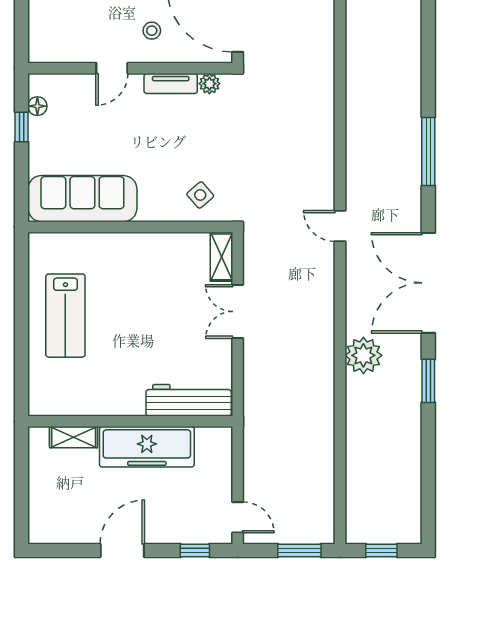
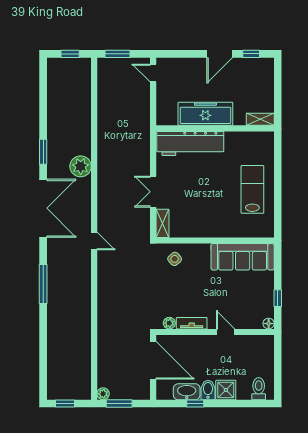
stool: (152, 31) -> (203, 354), removed
door: (112, 68) -> (226, 332), hinge flipped
floor lamp: (37, 106) -> (269, 324), moved
double door: (238, 312) -> (153, 192), swing flipped
workbench: (189, 400) -> (190, 144), width x1.36, depth x1.32
shelving: (74, 437) -> (260, 119), moved
window: (195, 551) -> (251, 54), moved

